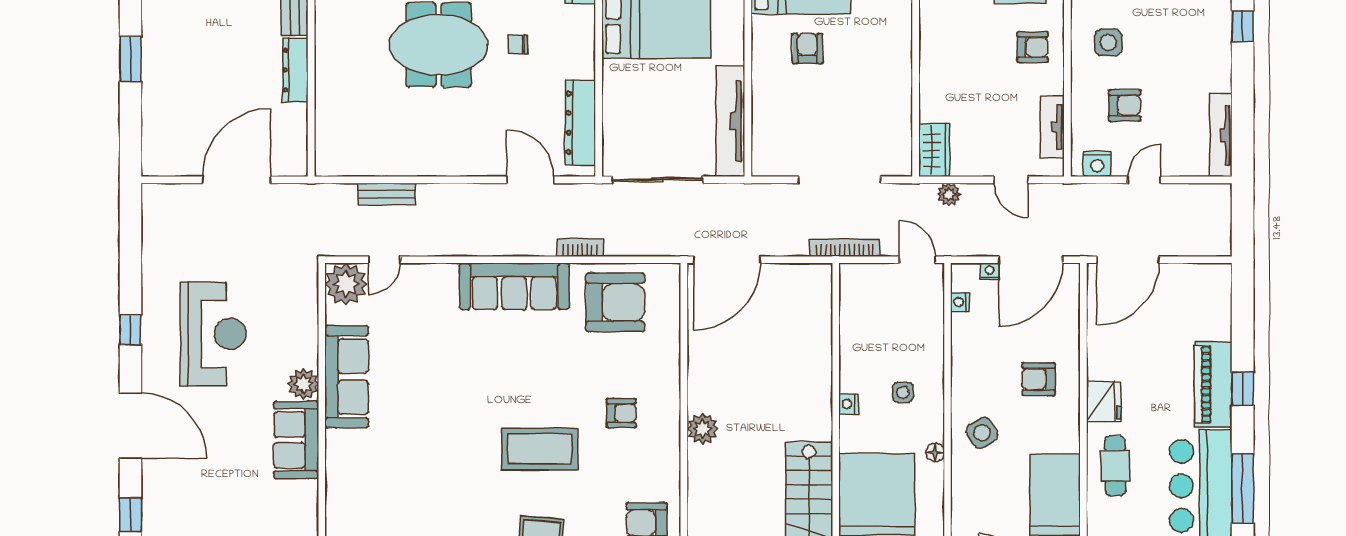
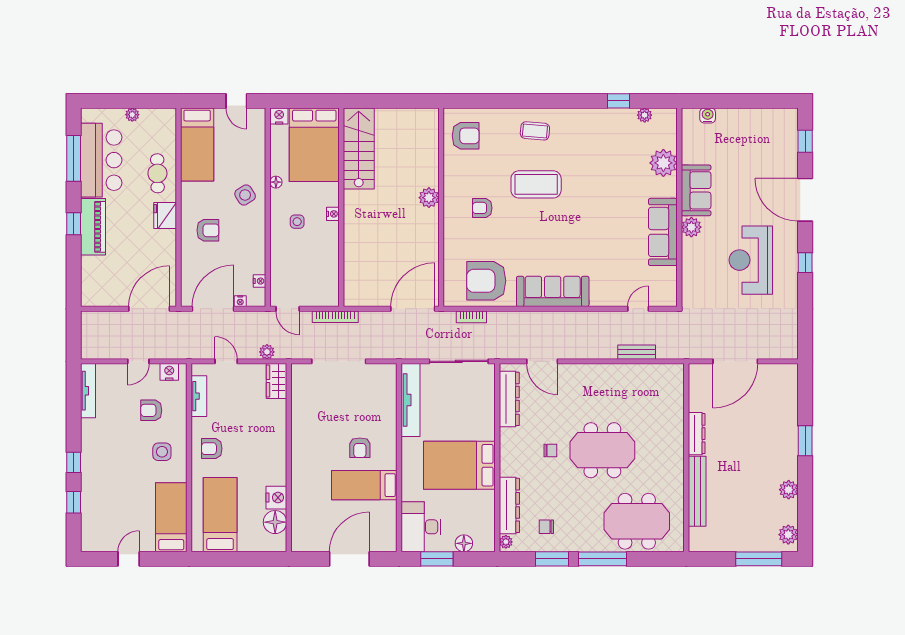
bookcase: (580, 247) -> (471, 317), moved
plant: (346, 284) -> (663, 163), moved

